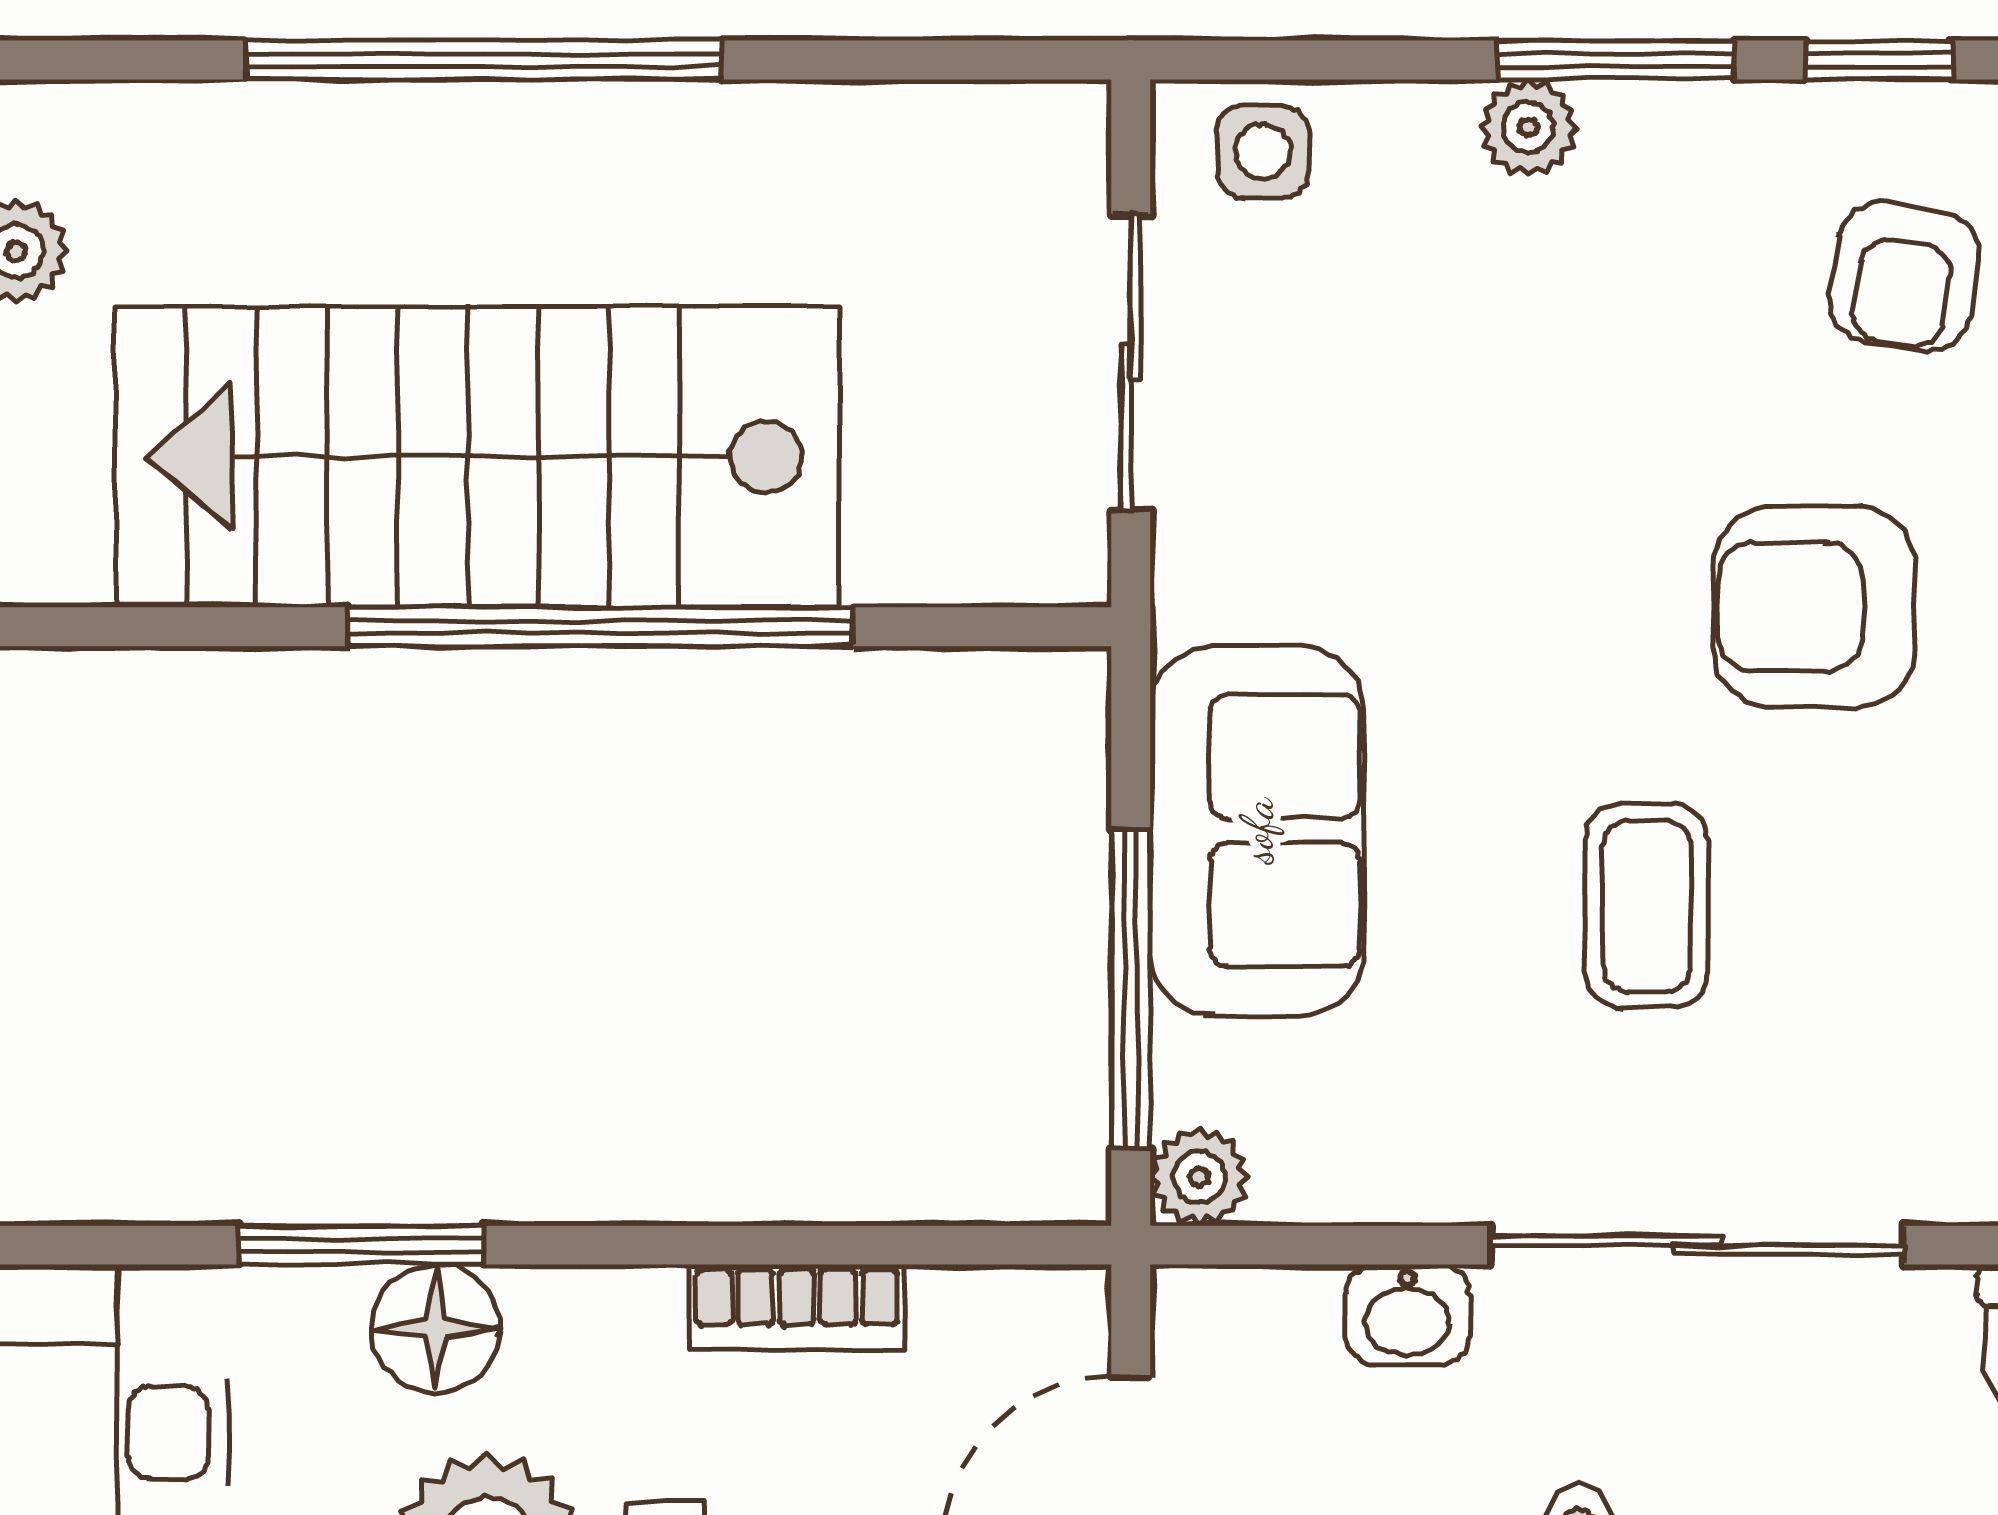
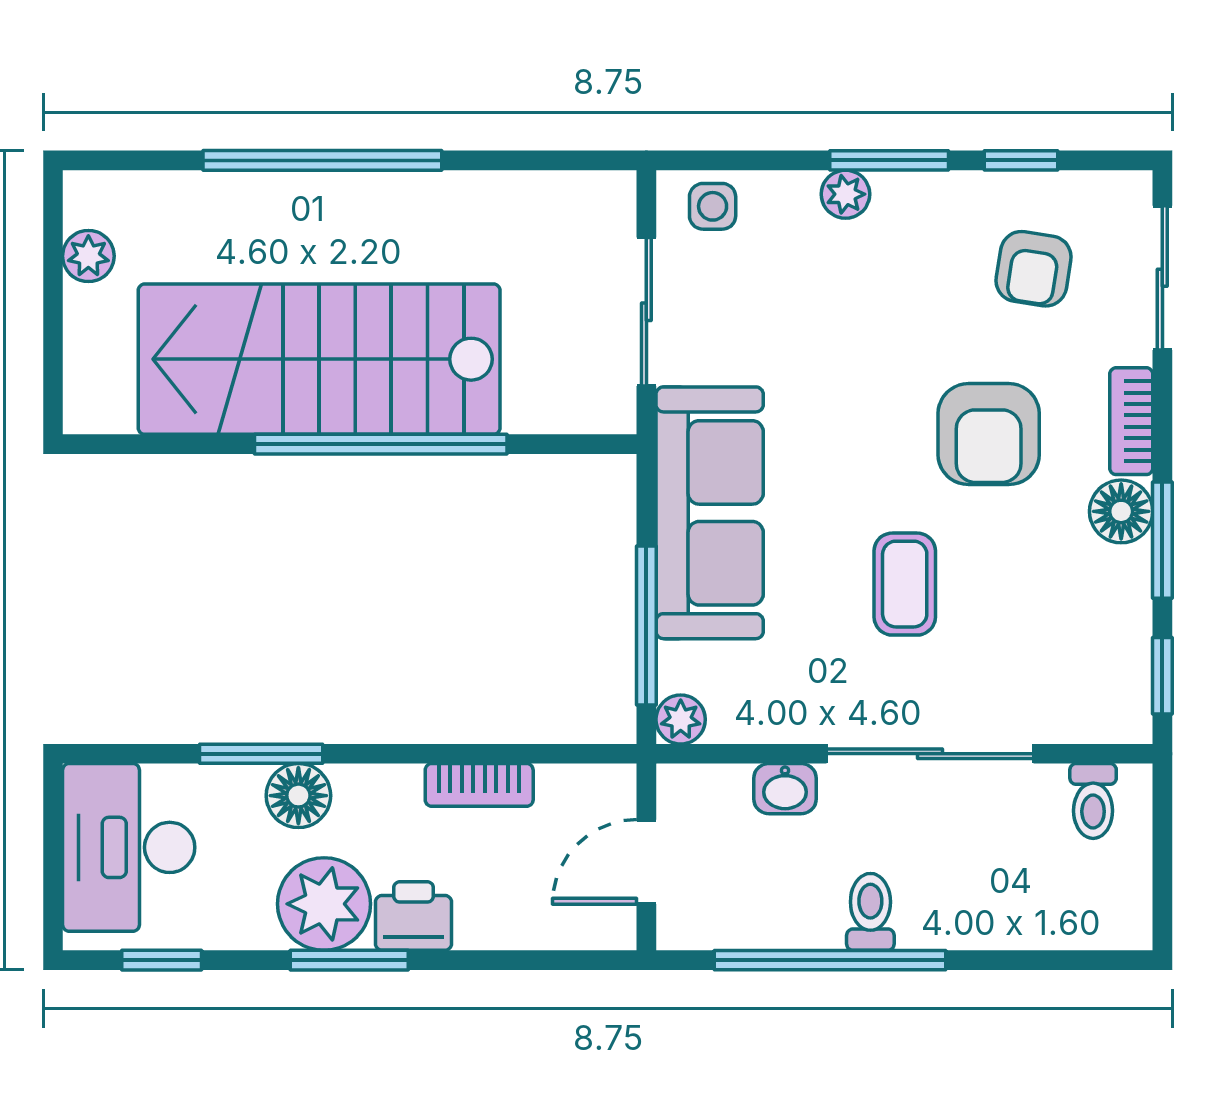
armchair: (1814, 607) -> (989, 434), turned -90
sofa: (1257, 831) -> (710, 513), width x1.36

